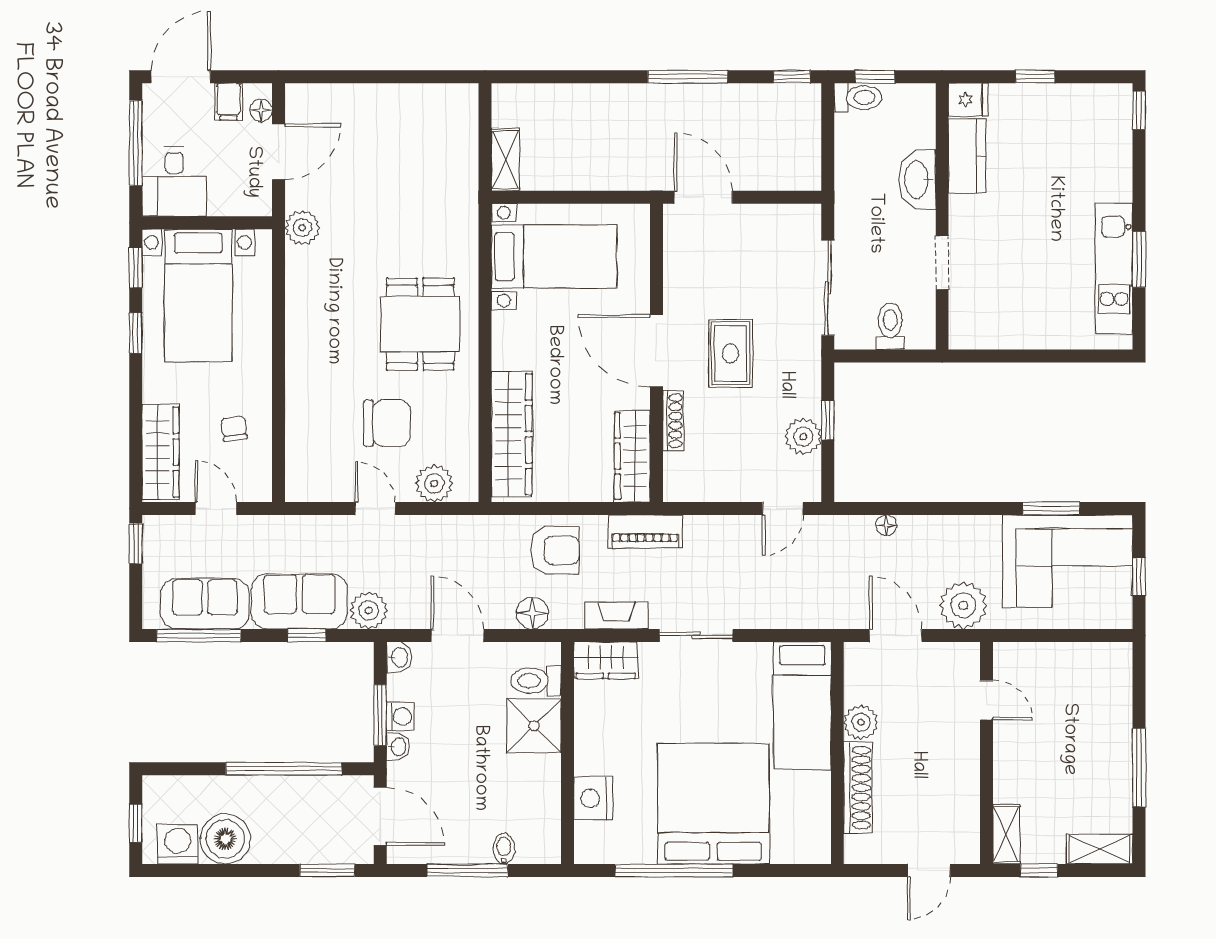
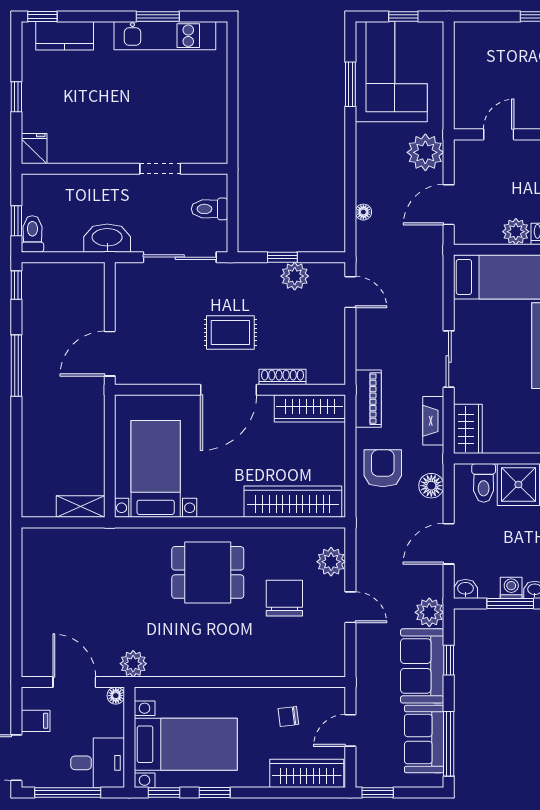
floor lamp: (261, 110) -> (116, 696), moved
kitchen counter: (967, 156) -> (65, 36), moved, turned 180
washbasin: (917, 180) -> (107, 238), moved, turned 180
door: (375, 508) -> (350, 607), swing flipped

